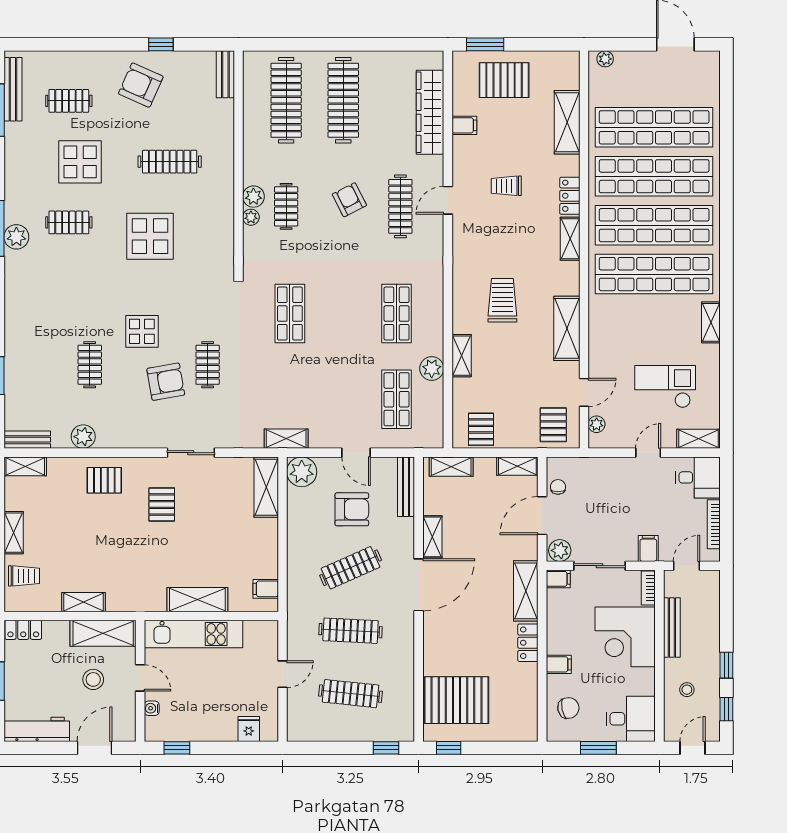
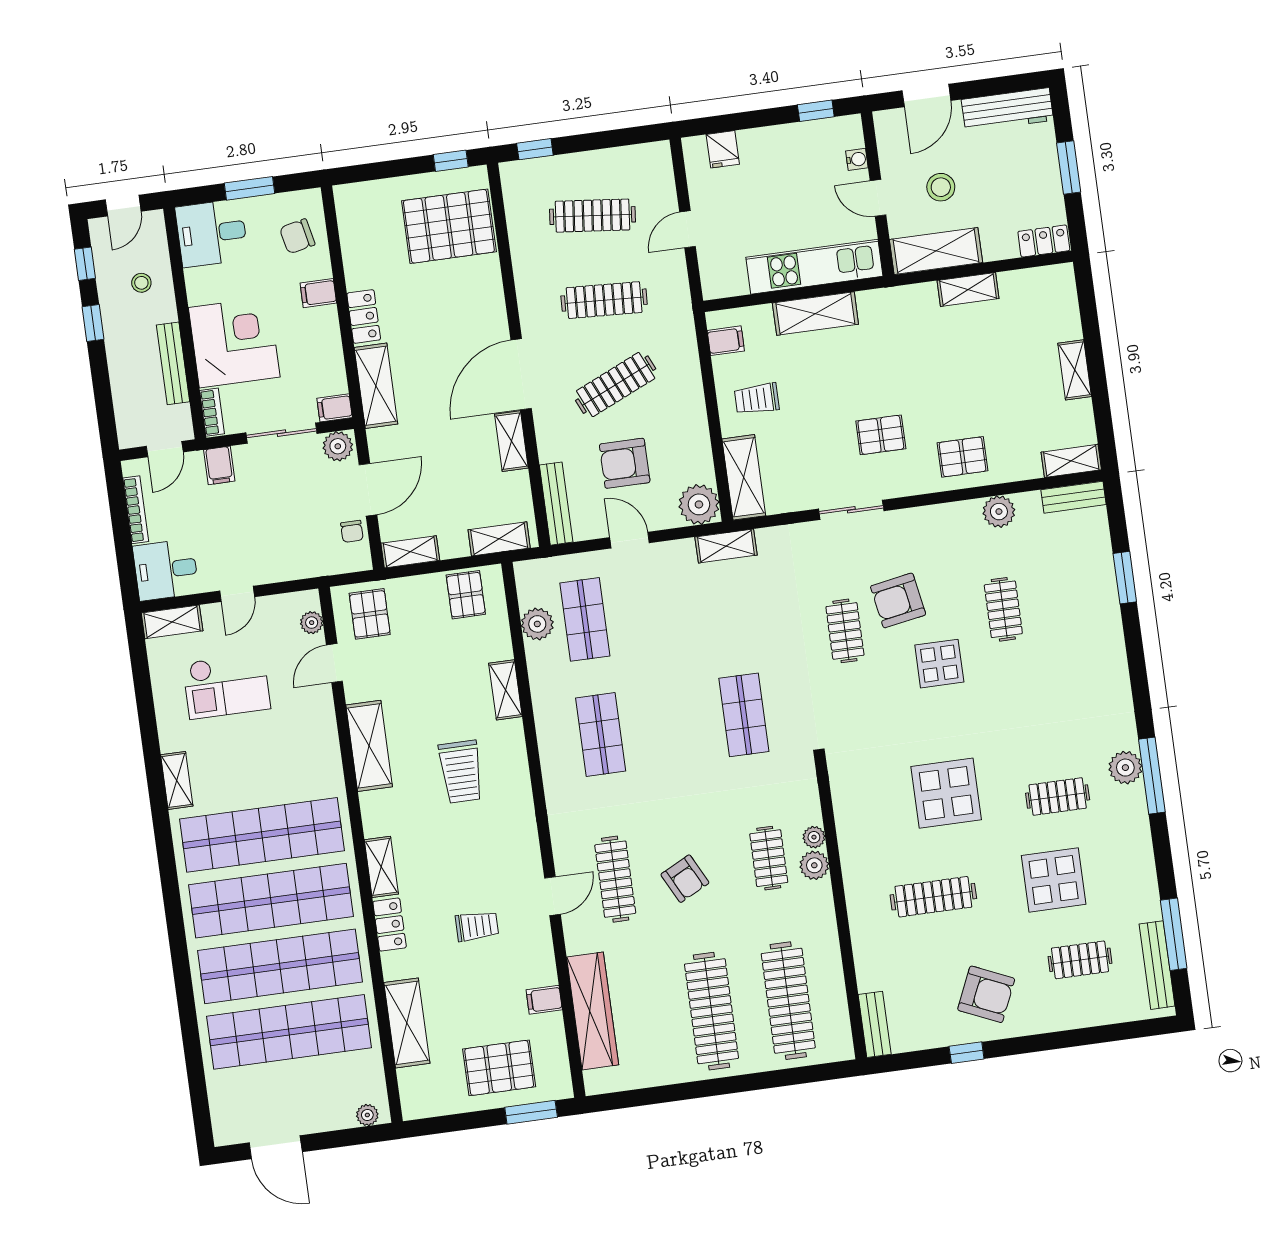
plant: (432, 368) -> (537, 624), moved
pallet: (162, 504) -> (881, 435), turned 90
trolley: (24, 576) -> (757, 399), moved

